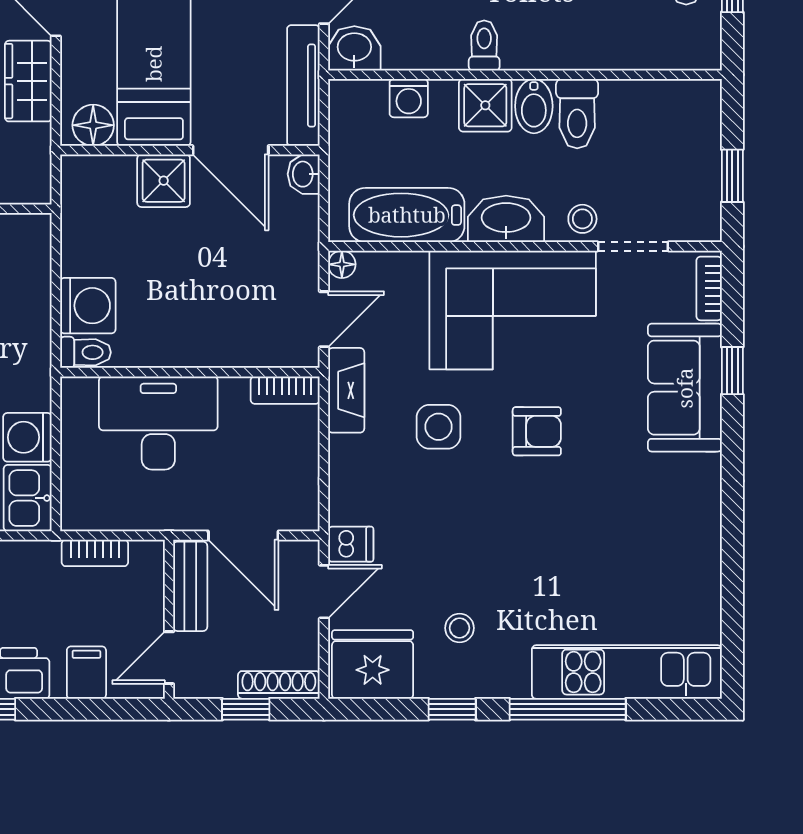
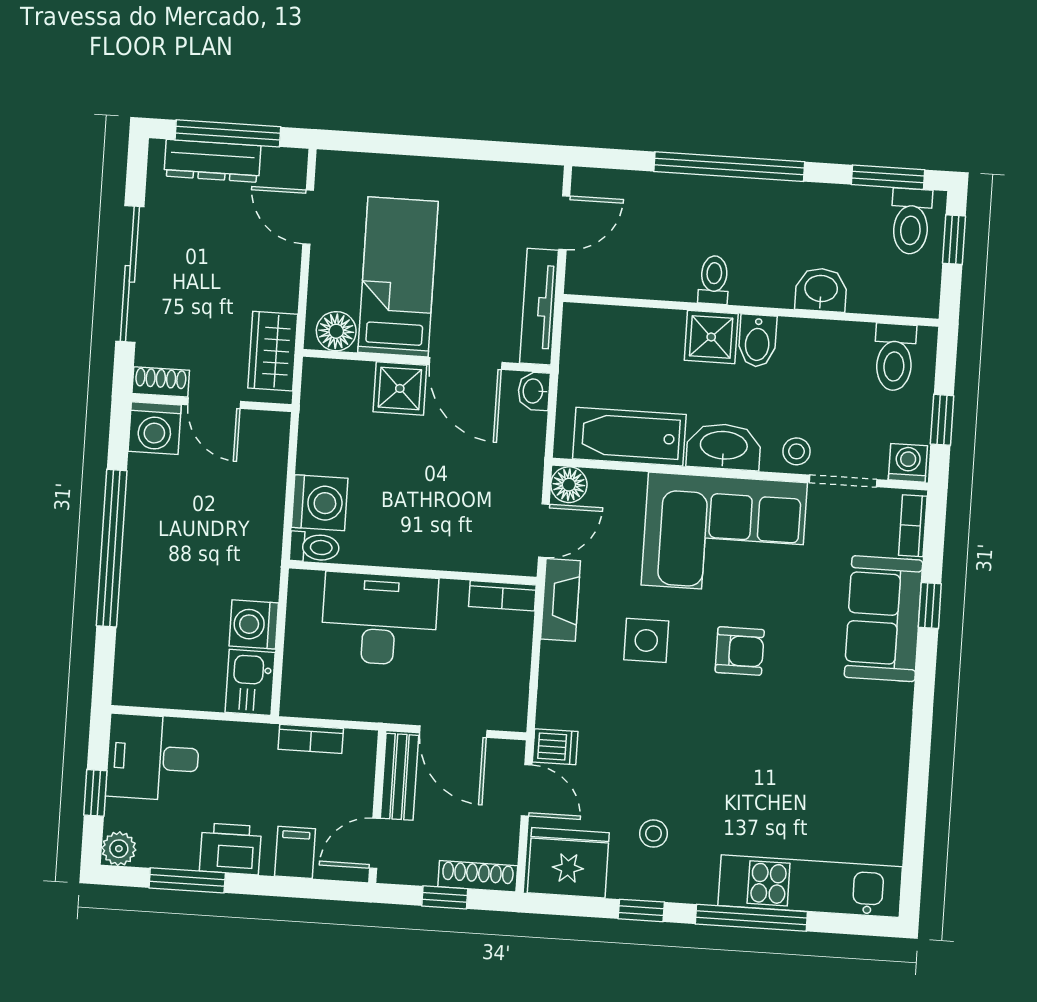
washbasin: (354, 48) -> (821, 290), moved
wardrobe: (28, 81) -> (273, 351), moved
washing machine: (409, 98) -> (908, 463), moved, turned 180
toilet: (577, 114) -> (894, 357), moved
floor lamp: (342, 264) -> (569, 485), width x1.37, depth x1.37
door: (324, 592) -> (527, 790), hinge flipped

